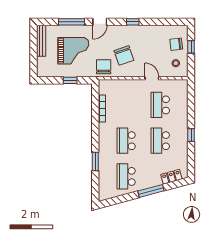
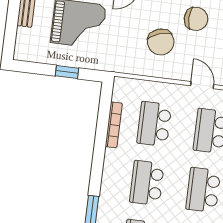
chair: (104, 67) -> (196, 19), moved, turned 90
school desk: (126, 105) -> (154, 124), added

